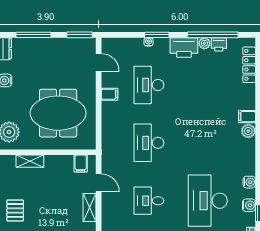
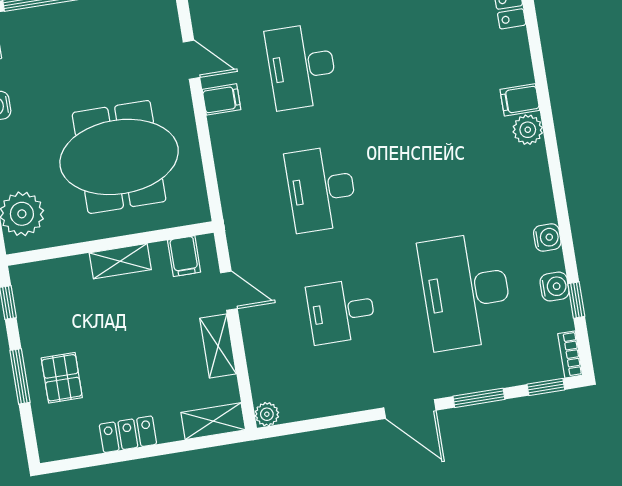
door: (99, 62) -> (191, 60), moved
shelving: (30, 161) -> (120, 261), moved

